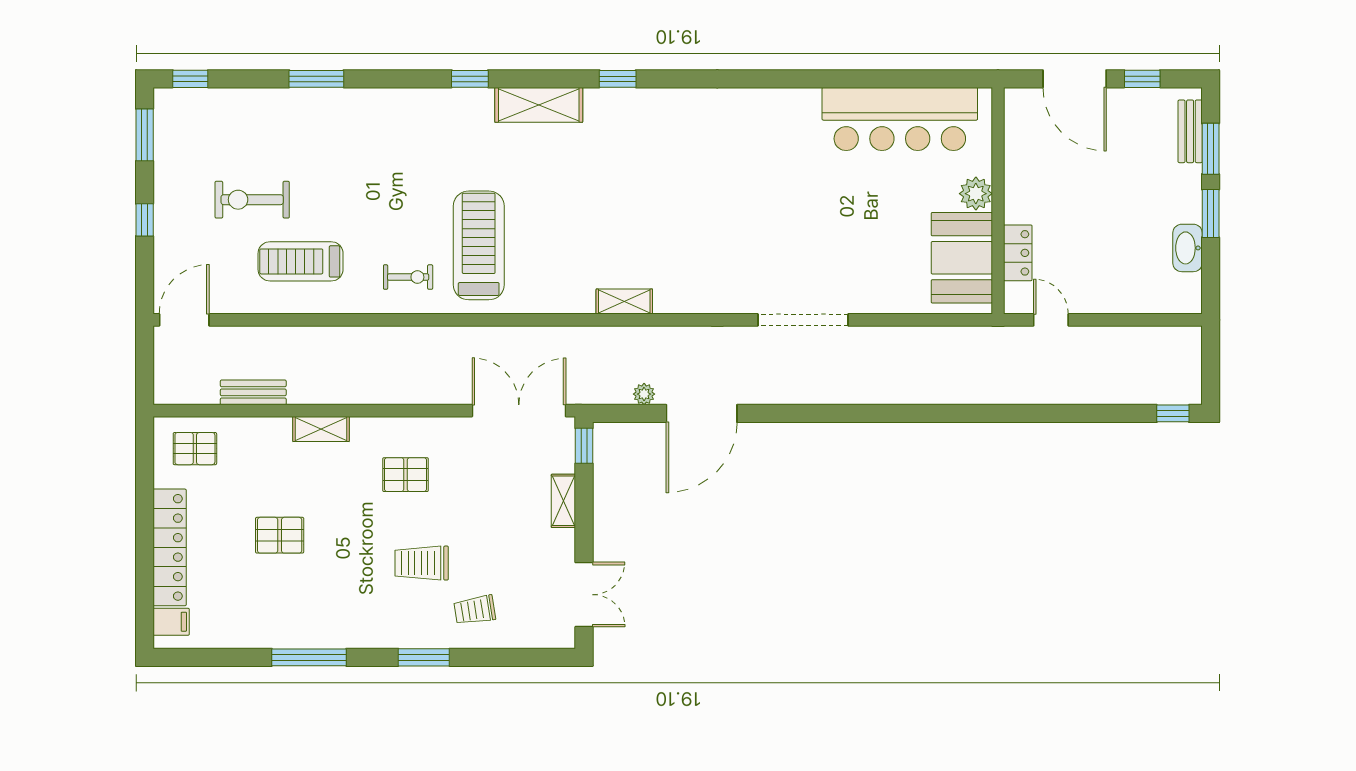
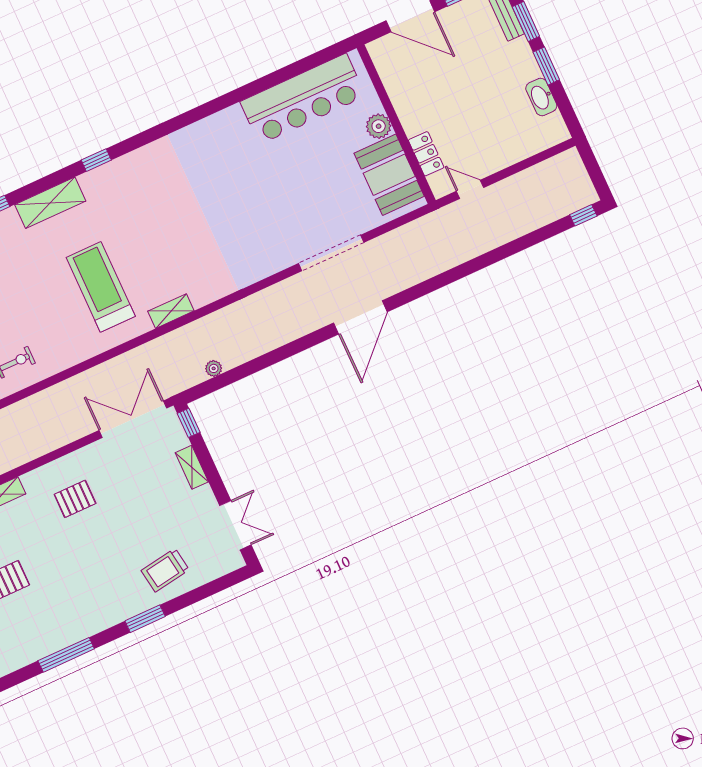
treadmill: (479, 245) -> (101, 287), moved
doorway: (803, 320) -> (331, 253), moved
door: (702, 413) -> (360, 317), moved
trolley: (422, 563) -> (114, 555), removed
trolley: (475, 610) -> (165, 570), width x1.36, depth x1.39

